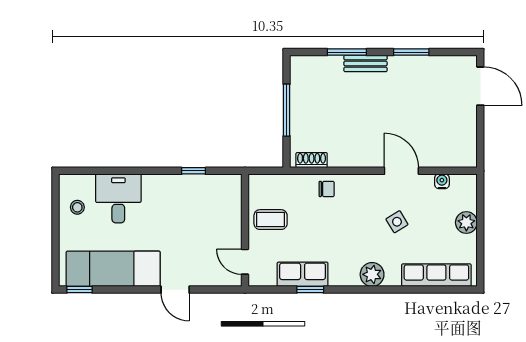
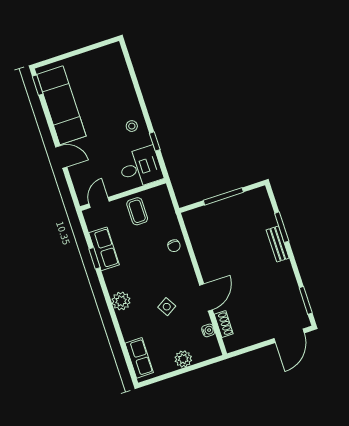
window: (411, 52) -> (306, 300), moved
shoe rack: (312, 160) -> (224, 324), moved
desk: (118, 198) -> (140, 167), moved
stool: (77, 207) -> (132, 126), moved
row of seats: (436, 275) -> (139, 358), width x0.68
door: (175, 290) -> (61, 157), swing flipped

